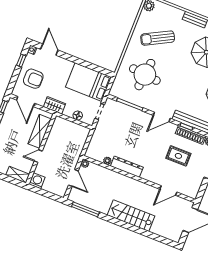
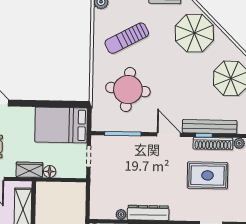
floor lamp: (78, 116) -> (50, 172), moved
door: (162, 117) -> (169, 135), swing flipped
rug: (178, 156) -> (207, 175), width x1.36, depth x1.43

